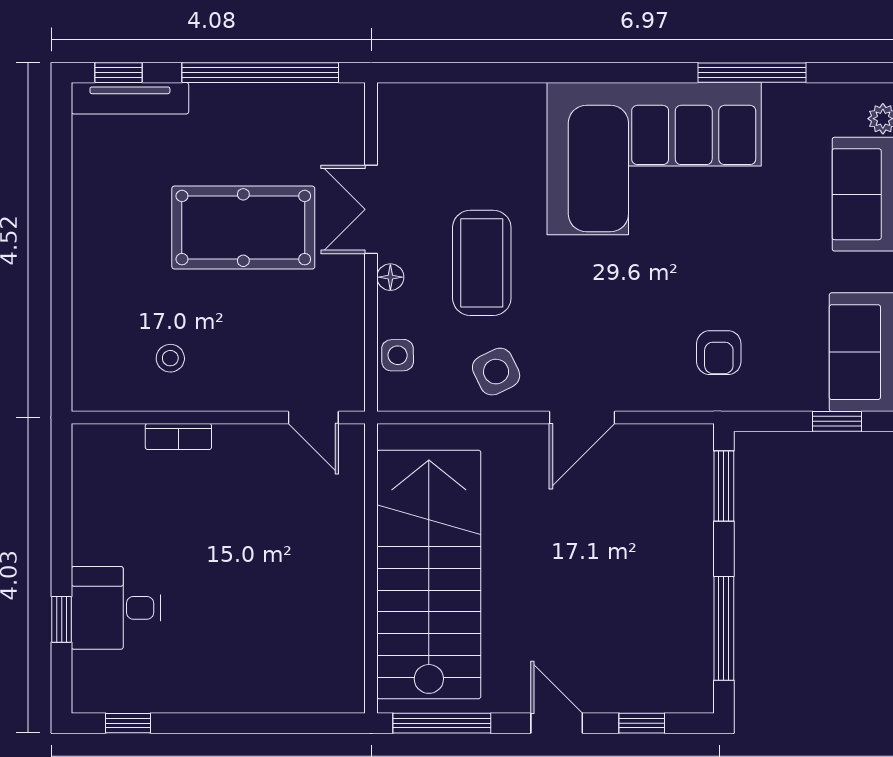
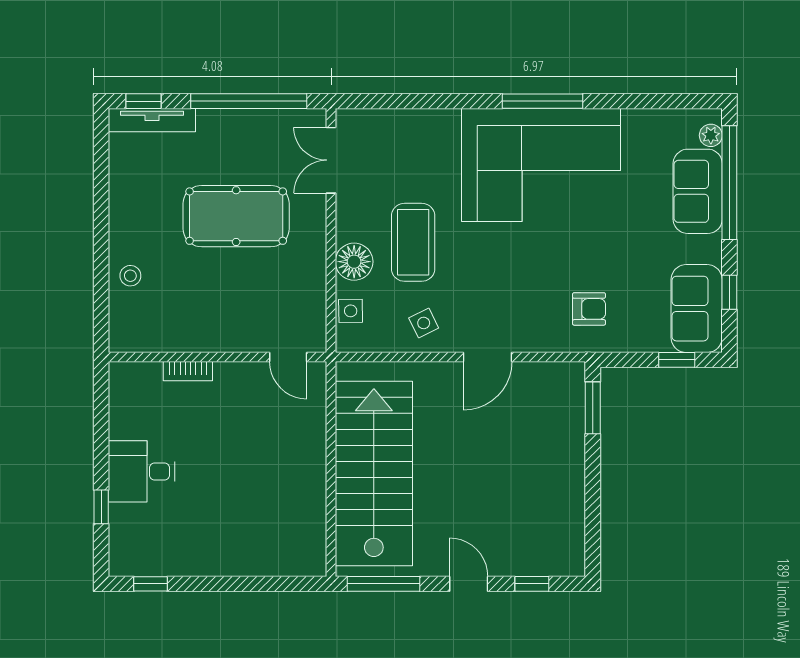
window: (752, 73) -> (542, 101), moved
double door: (371, 209) -> (331, 160), moved
floor lamp: (390, 277) -> (354, 262), width x1.89, depth x1.89
armchair: (719, 353) -> (589, 309), turned -90
stool: (170, 358) -> (130, 276), moved
side table: (496, 372) -> (424, 323), width x0.73, depth x0.73
desk: (116, 608) -> (142, 471), moved
window: (724, 628) -> (593, 514), removed

